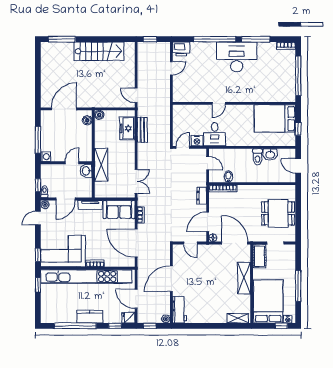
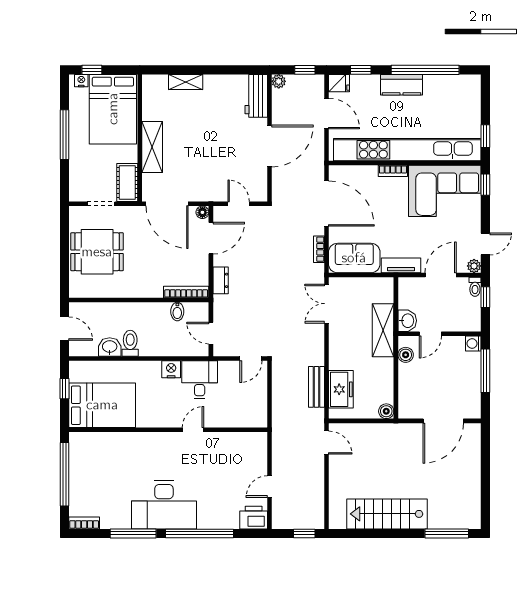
boiler: (87, 120) -> (406, 355), moved
nightstand: (197, 141) -> (171, 369), moved
shelving: (238, 318) -> (186, 82), moved

